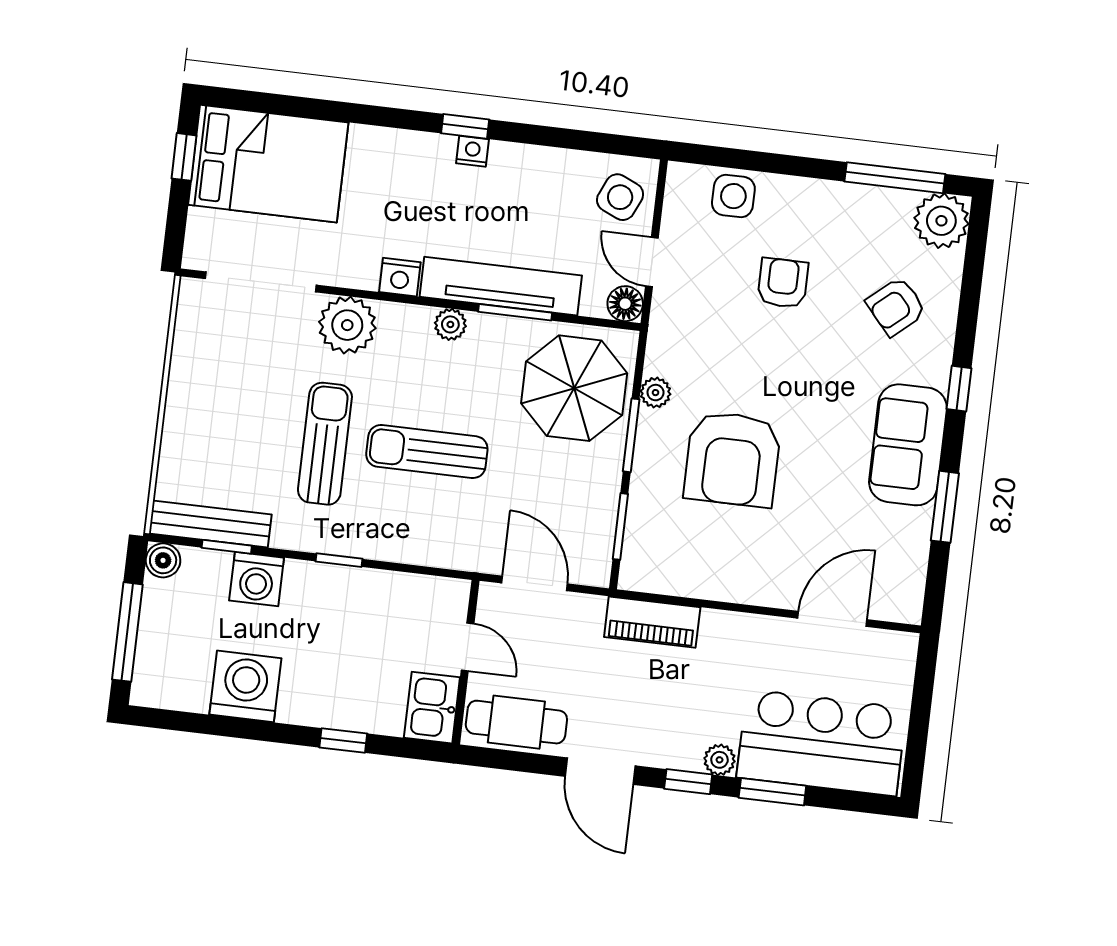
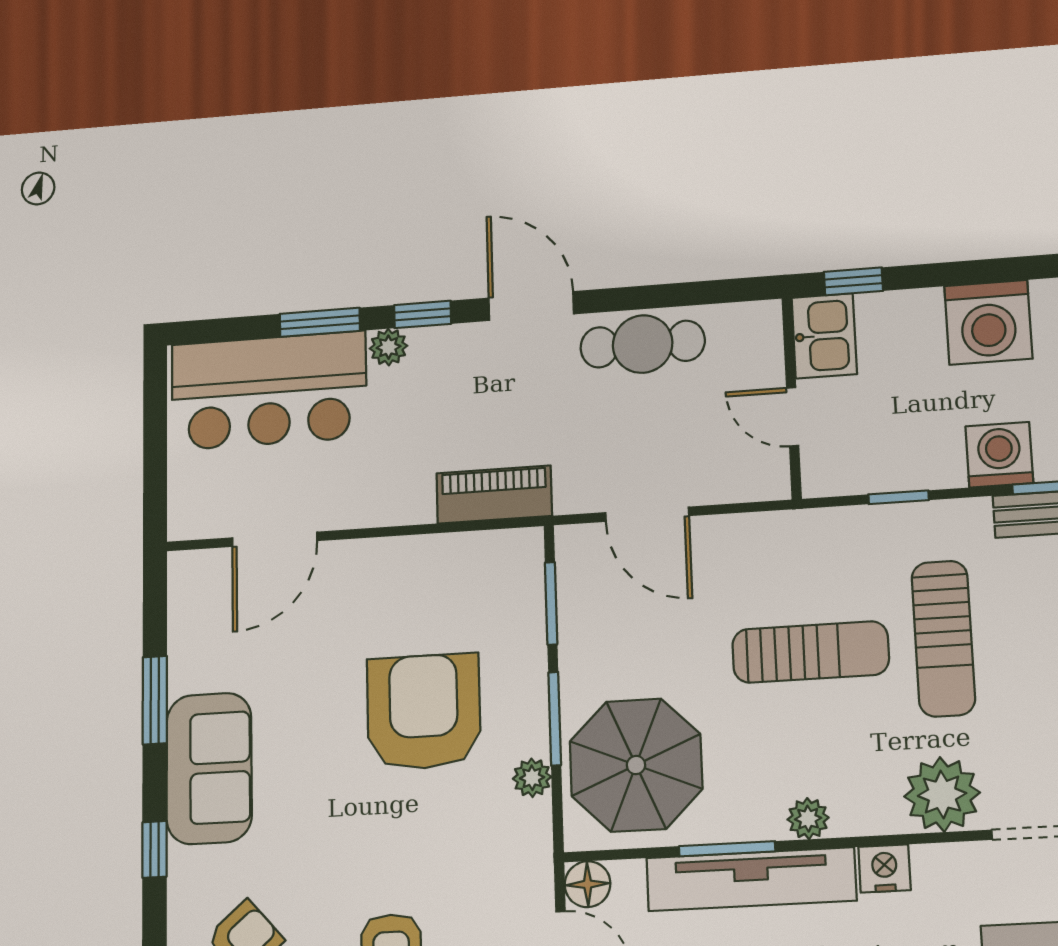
door: (468, 647) -> (793, 417), moved
wall: (466, 662) -> (792, 398), moved
kitchen sink: (432, 708) -> (824, 336), moved

